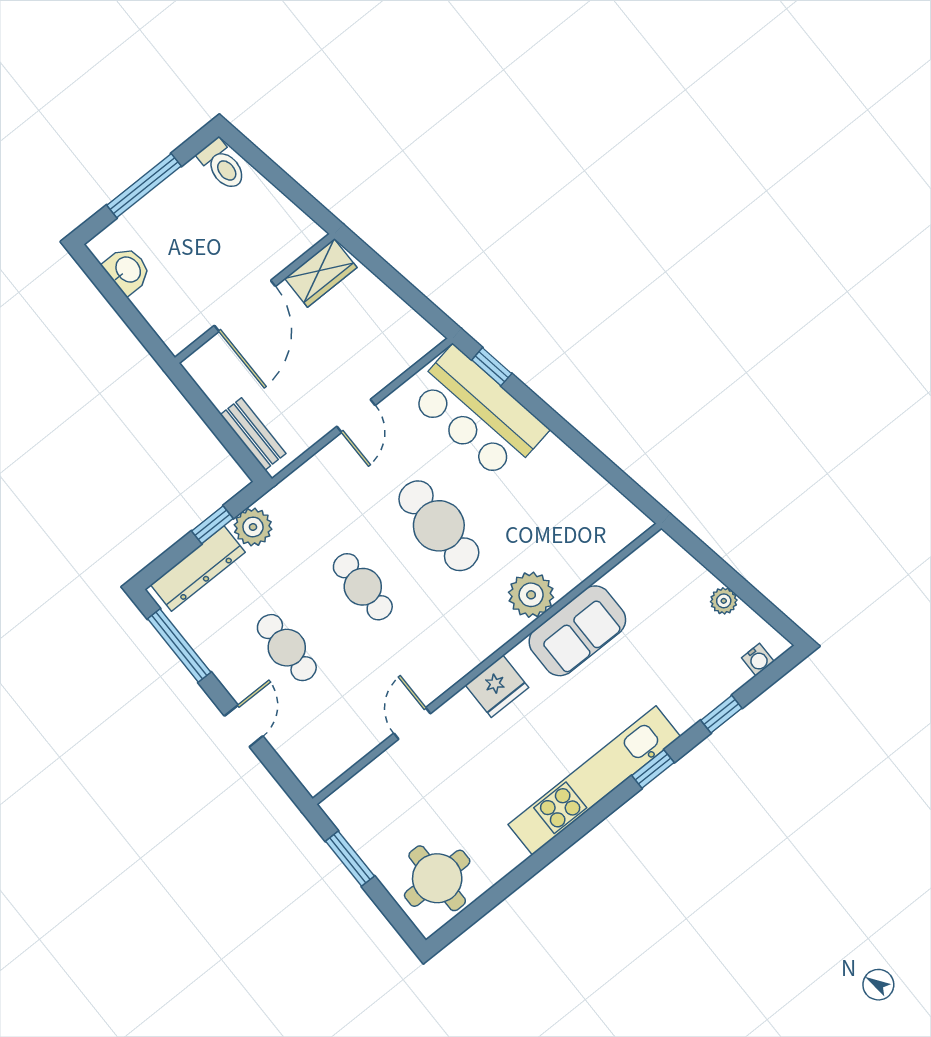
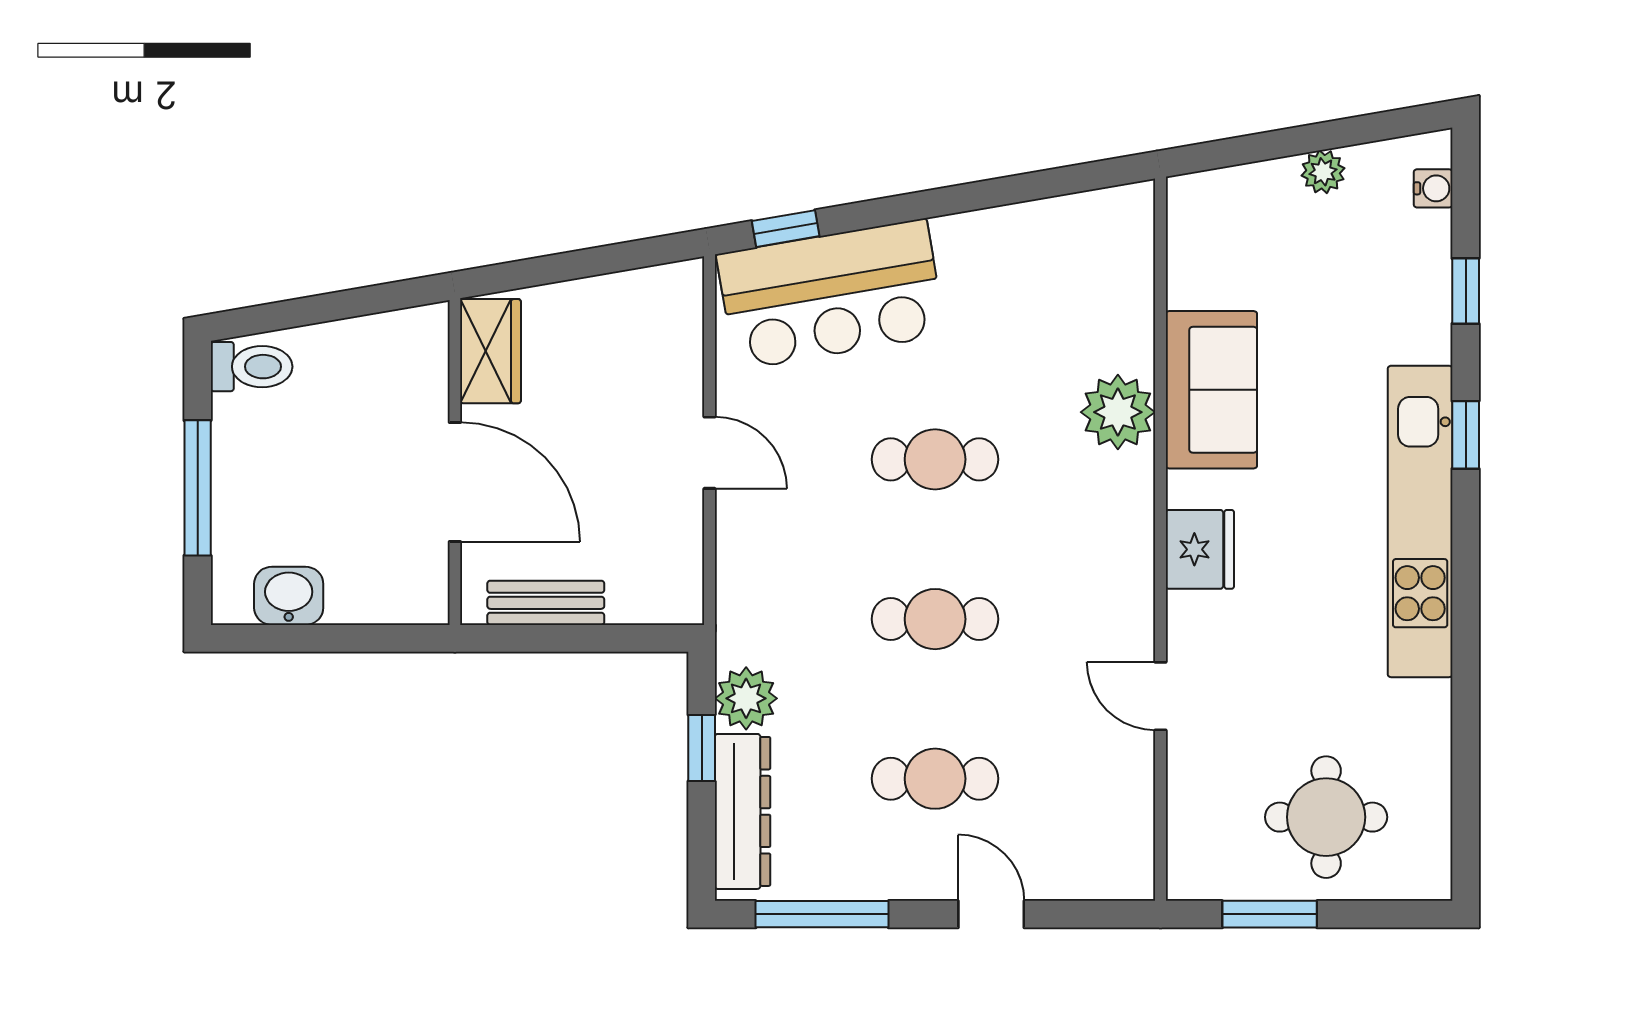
bench: (253, 434) -> (546, 603), moved
cafe table: (439, 526) -> (935, 459), width x0.73, depth x0.74
round table: (437, 878) -> (1326, 817), moved

